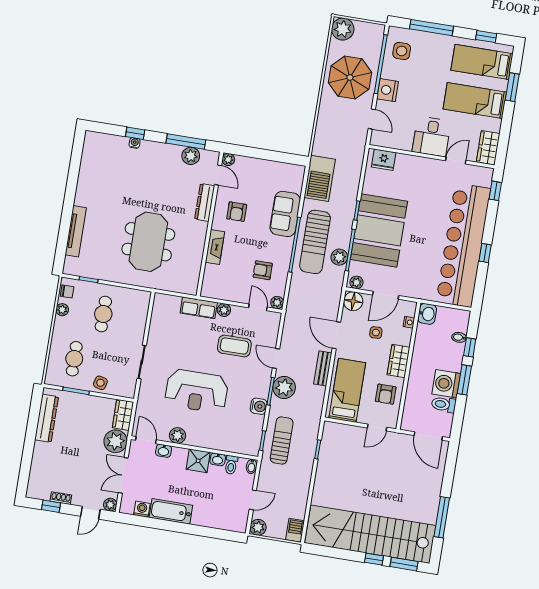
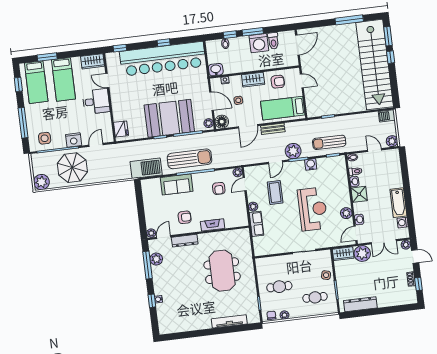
meeting table: (148, 242) -> (222, 271), turned 90
plant: (339, 257) -> (195, 140), removed

